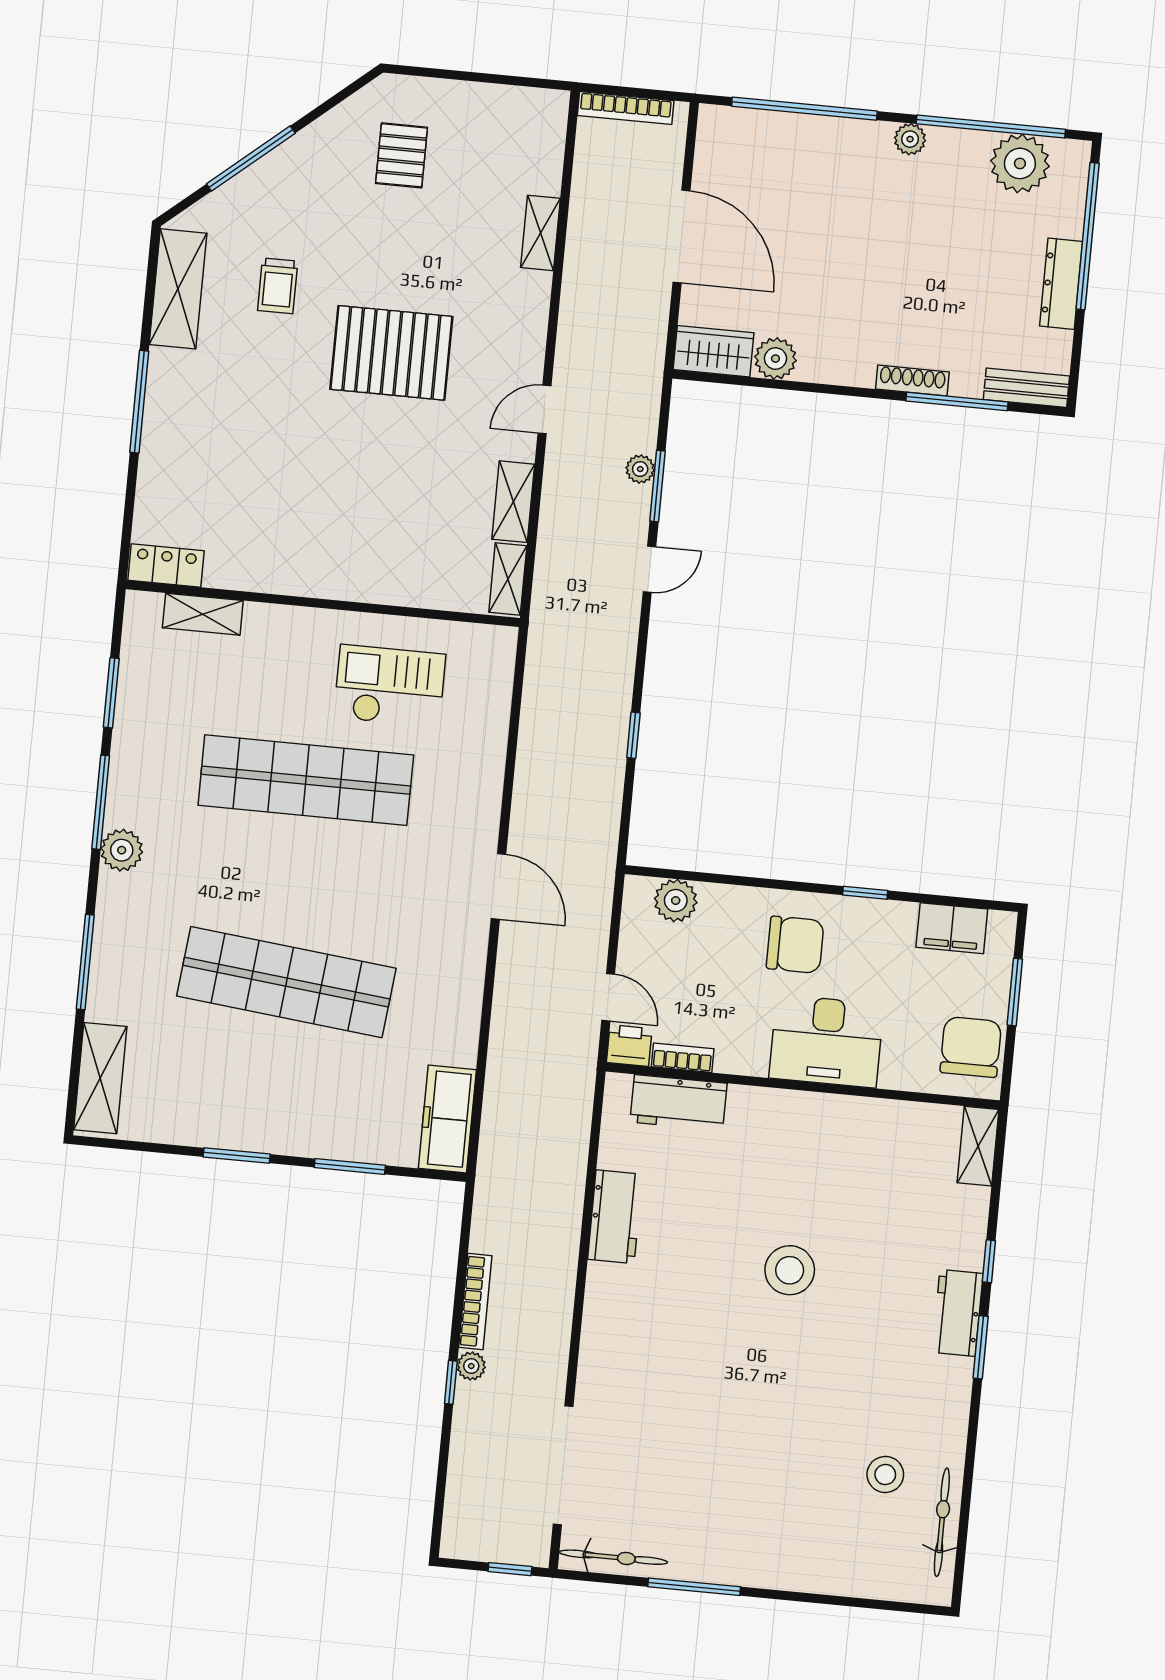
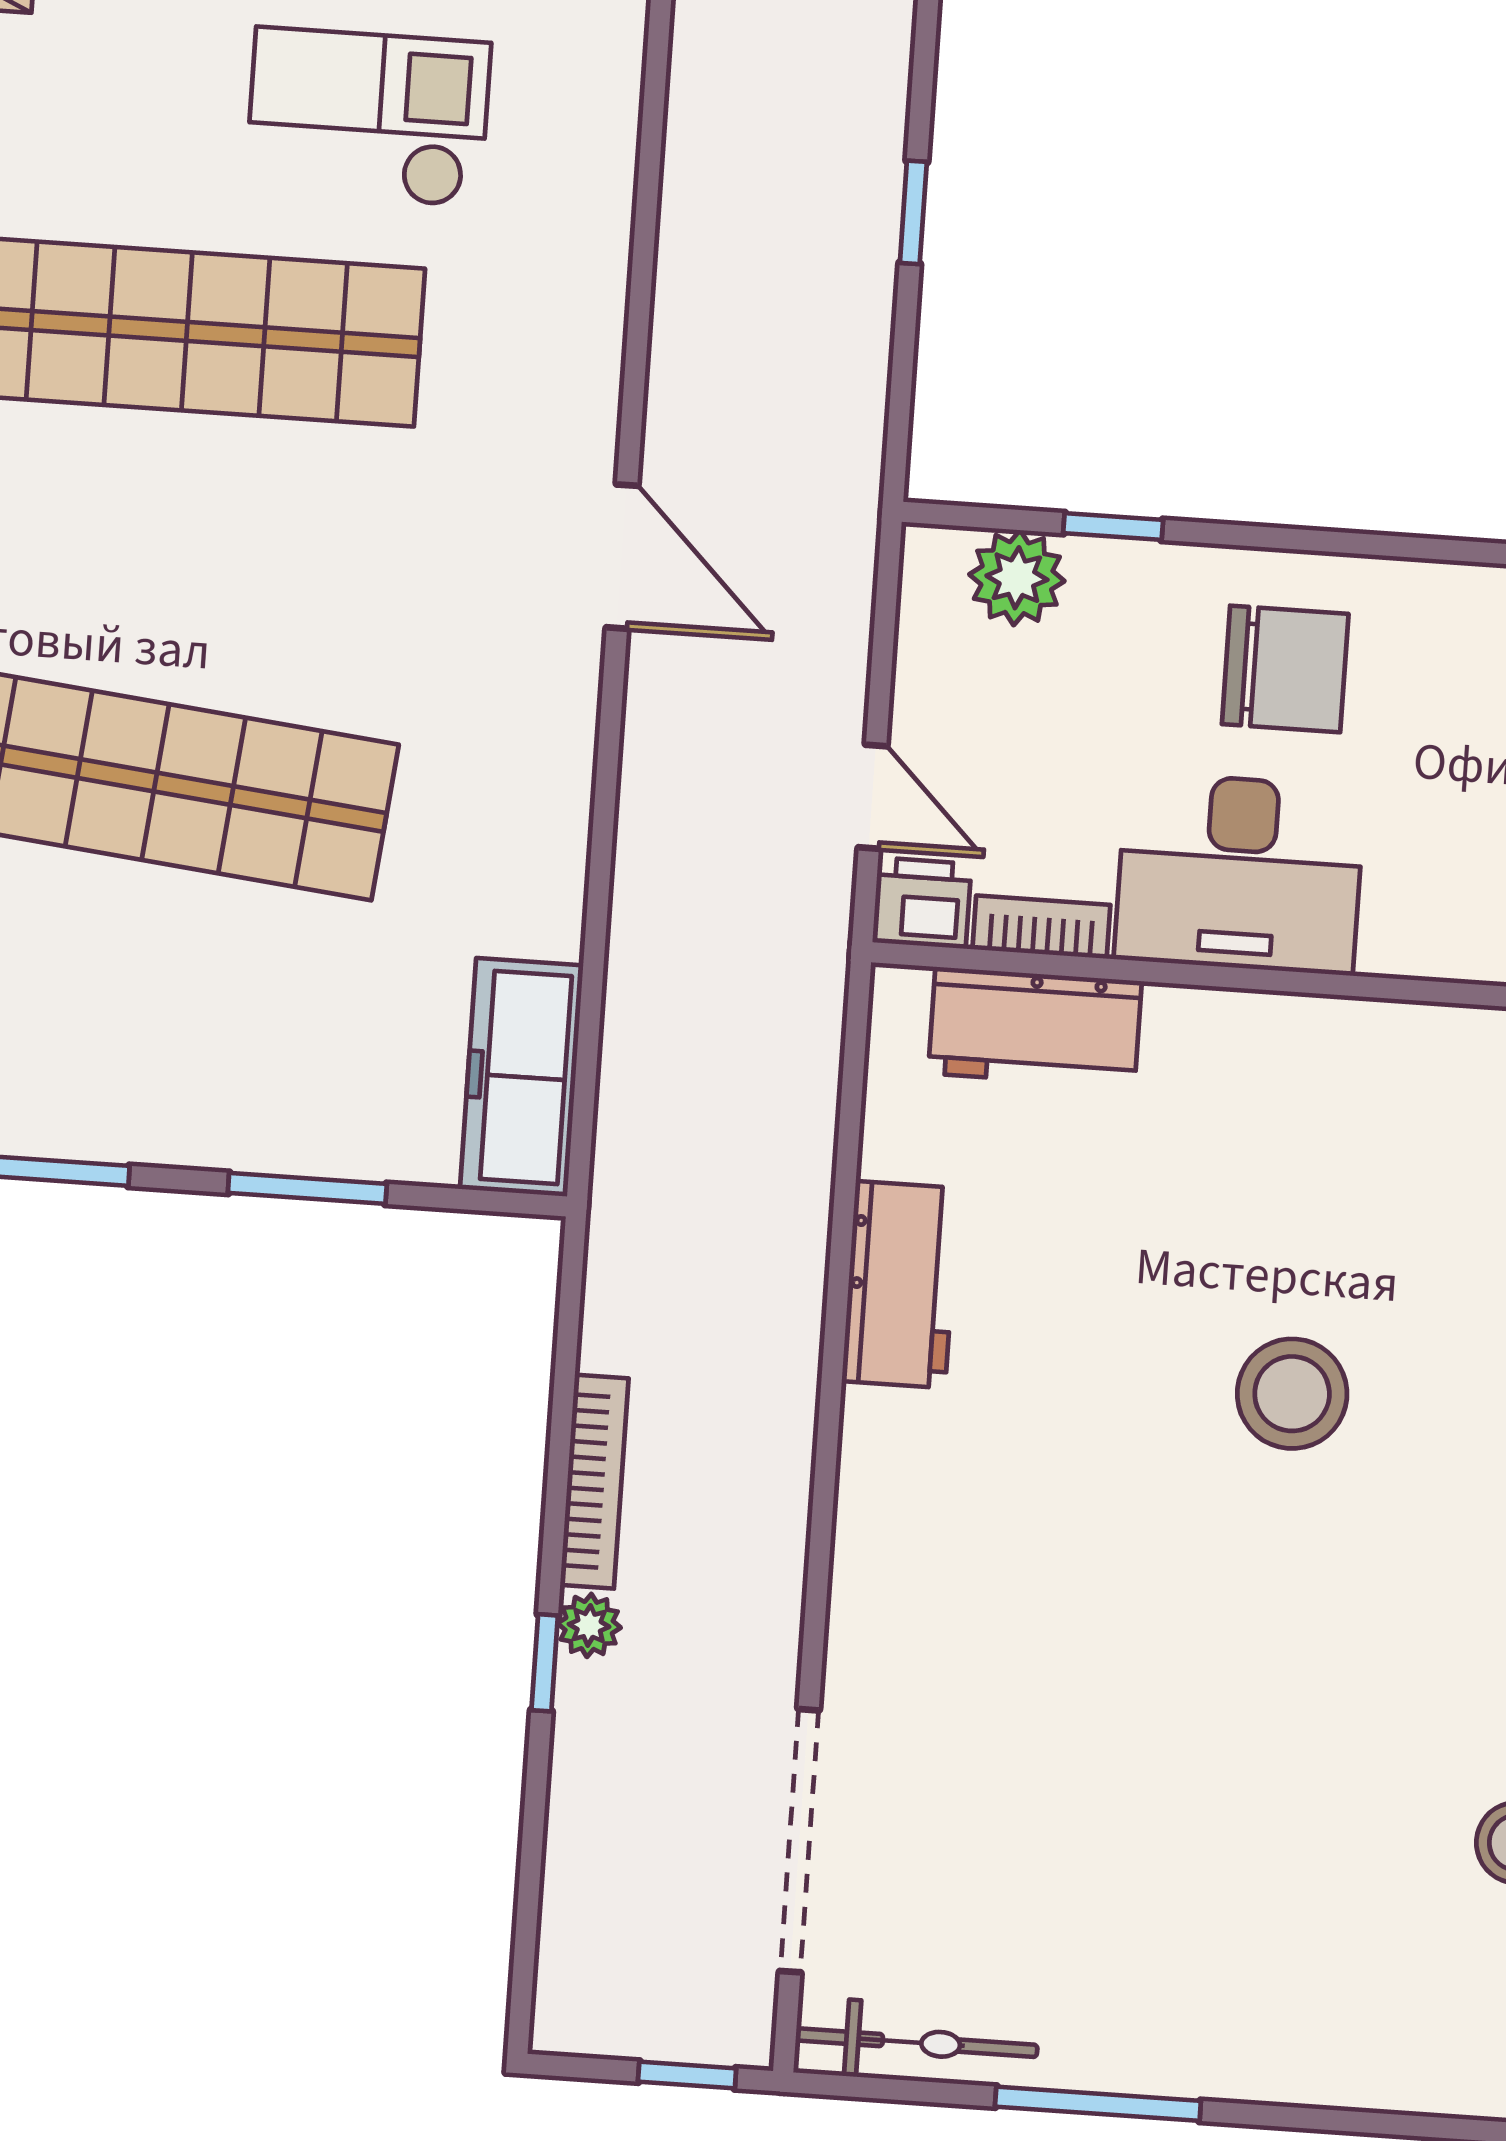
window: (865, 893) -> (1113, 527), moved
desk: (826, 1041) -> (1240, 873), moved

